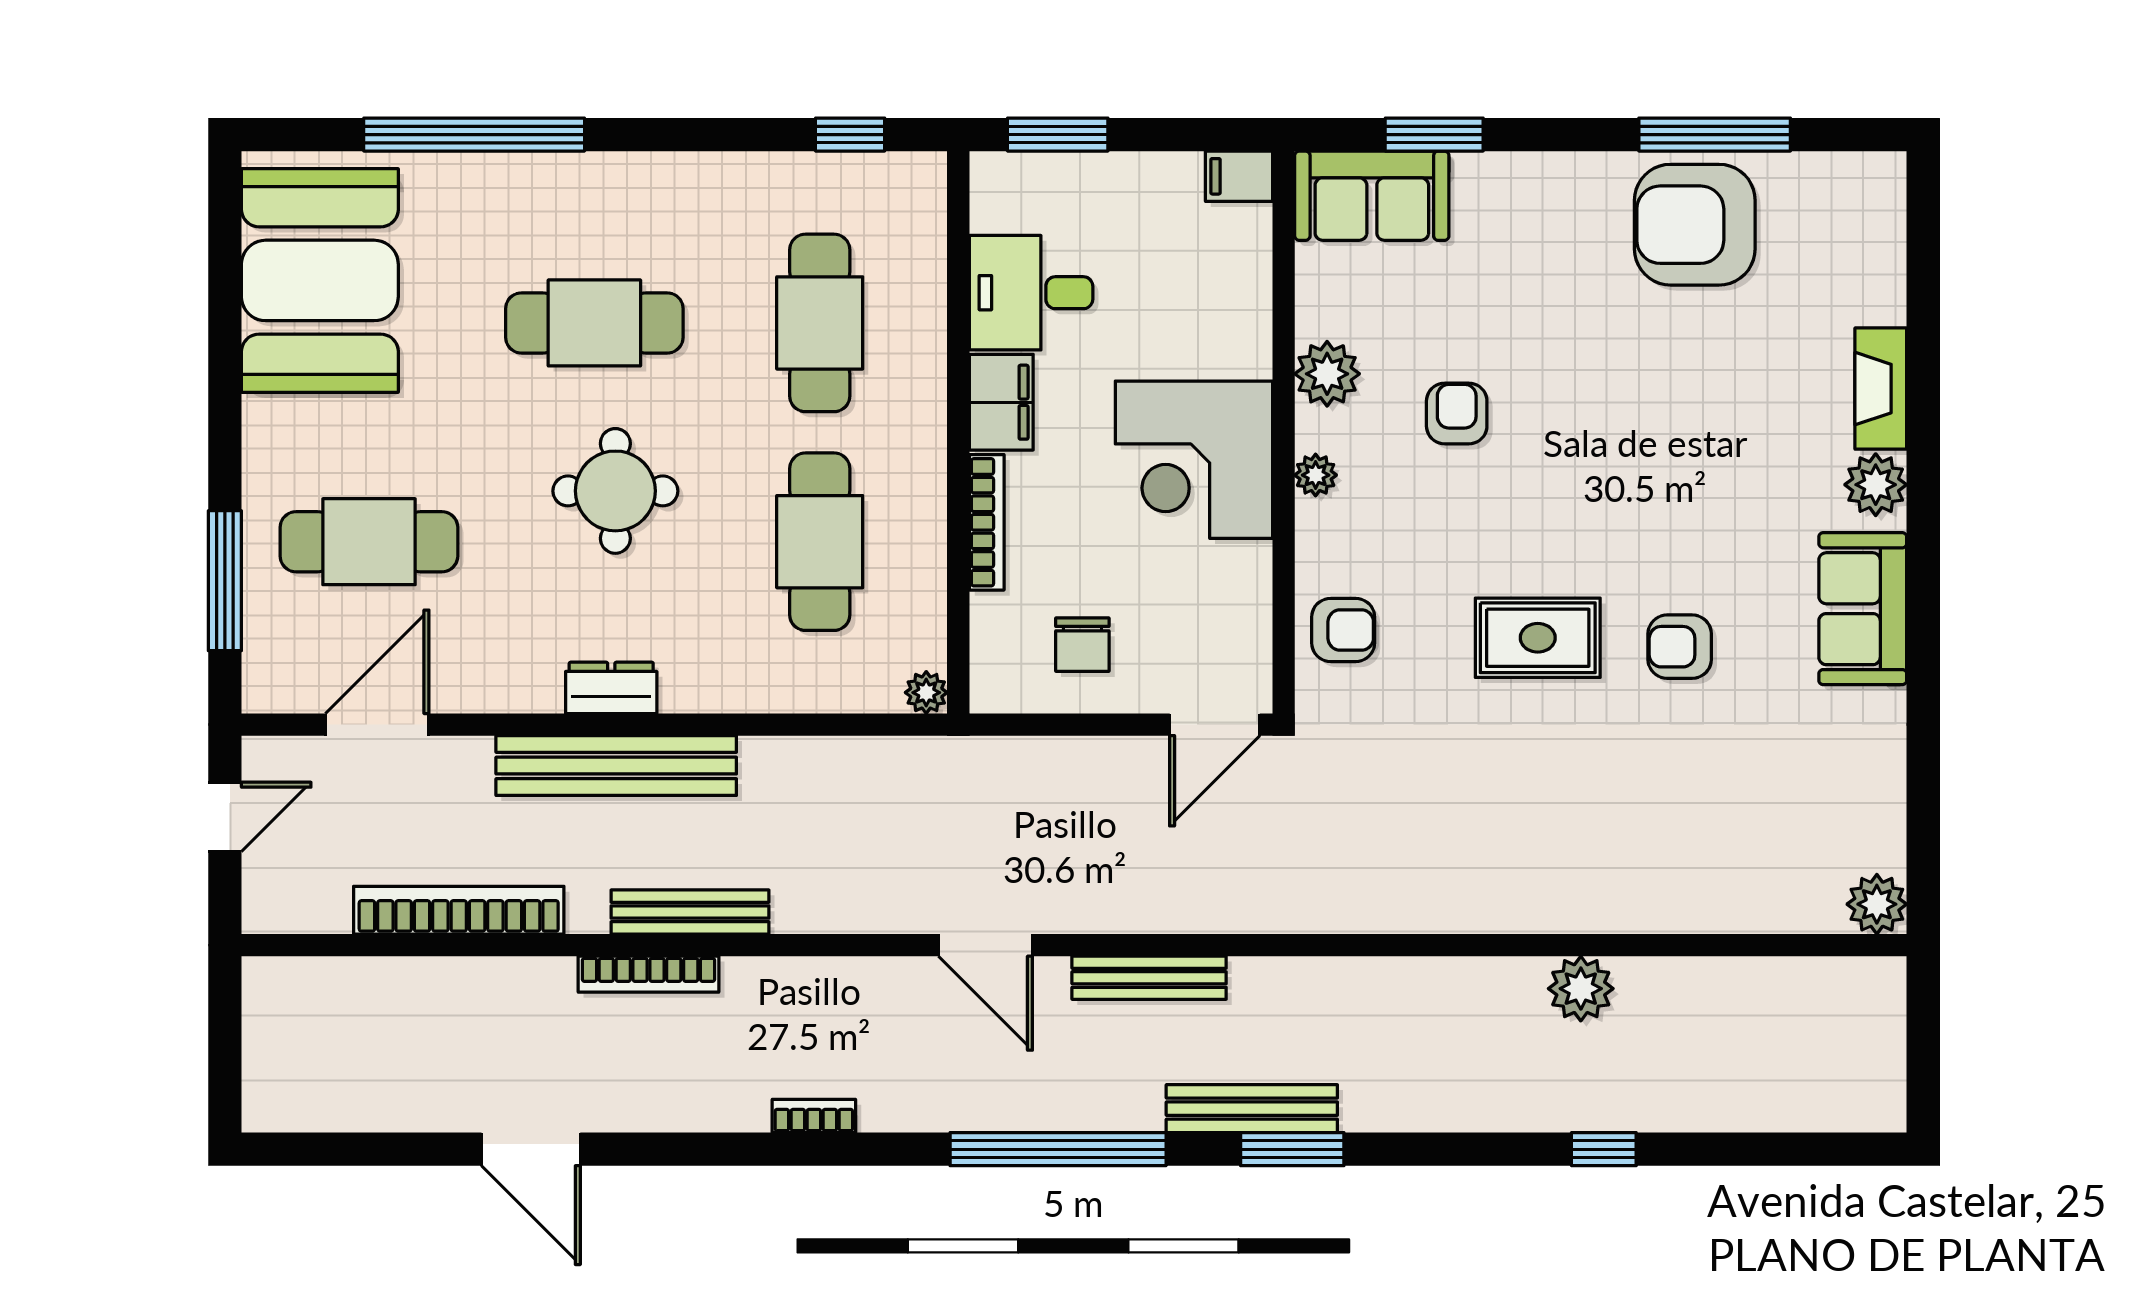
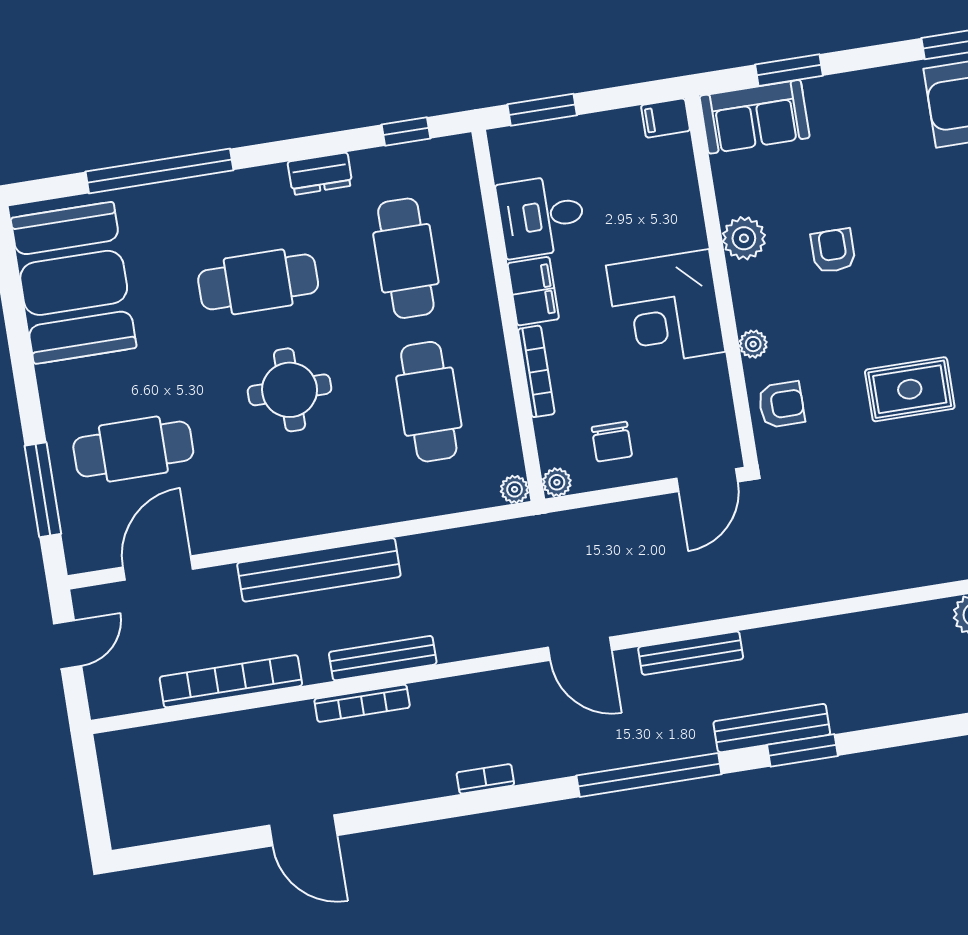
plant: (1316, 475) -> (753, 344), moved
dresser: (611, 688) -> (320, 174), moved, turned 180
plant: (991, 692) -> (557, 482), added

